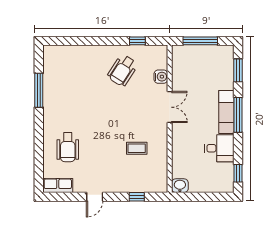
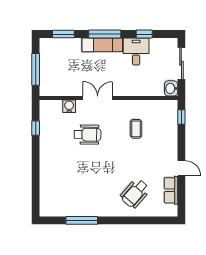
wheelchair: (122, 70) -> (87, 135), moved, turned -32
wheelchair: (68, 147) -> (135, 193), turned 131
window: (238, 173) -> (144, 34), moved
row of seats: (58, 186) -> (171, 190), moved
window: (137, 197) -> (181, 117), moved
sliding door: (207, 197) -> (181, 63), added

